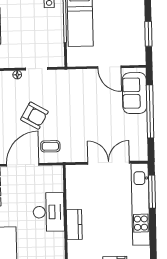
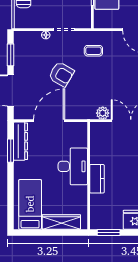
coffee table: (50, 146) -> (93, 51), moved
plant: (79, 155) -> (103, 113), added

